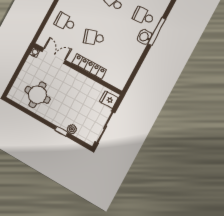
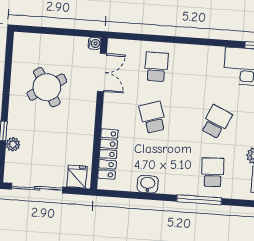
washbasin: (145, 37) -> (148, 184), moved
locker: (89, 66) -> (108, 154), moved
round table: (37, 95) -> (47, 87), moved, turned -31

